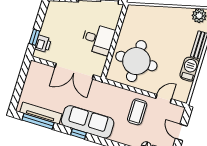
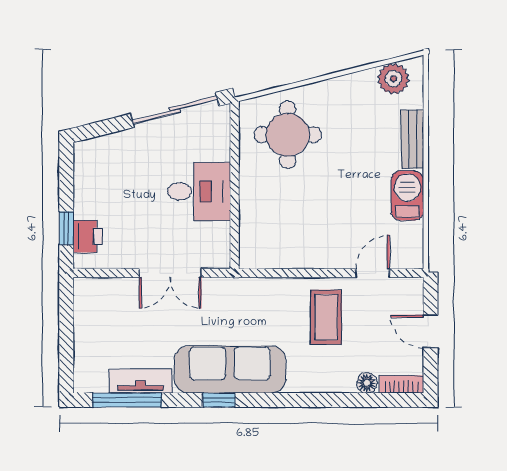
round table: (136, 61) -> (288, 135), moved, width x0.73, depth x0.73
double door: (74, 71) -> (170, 273), width x0.73
tv unit: (41, 113) -> (141, 381), width x0.71

